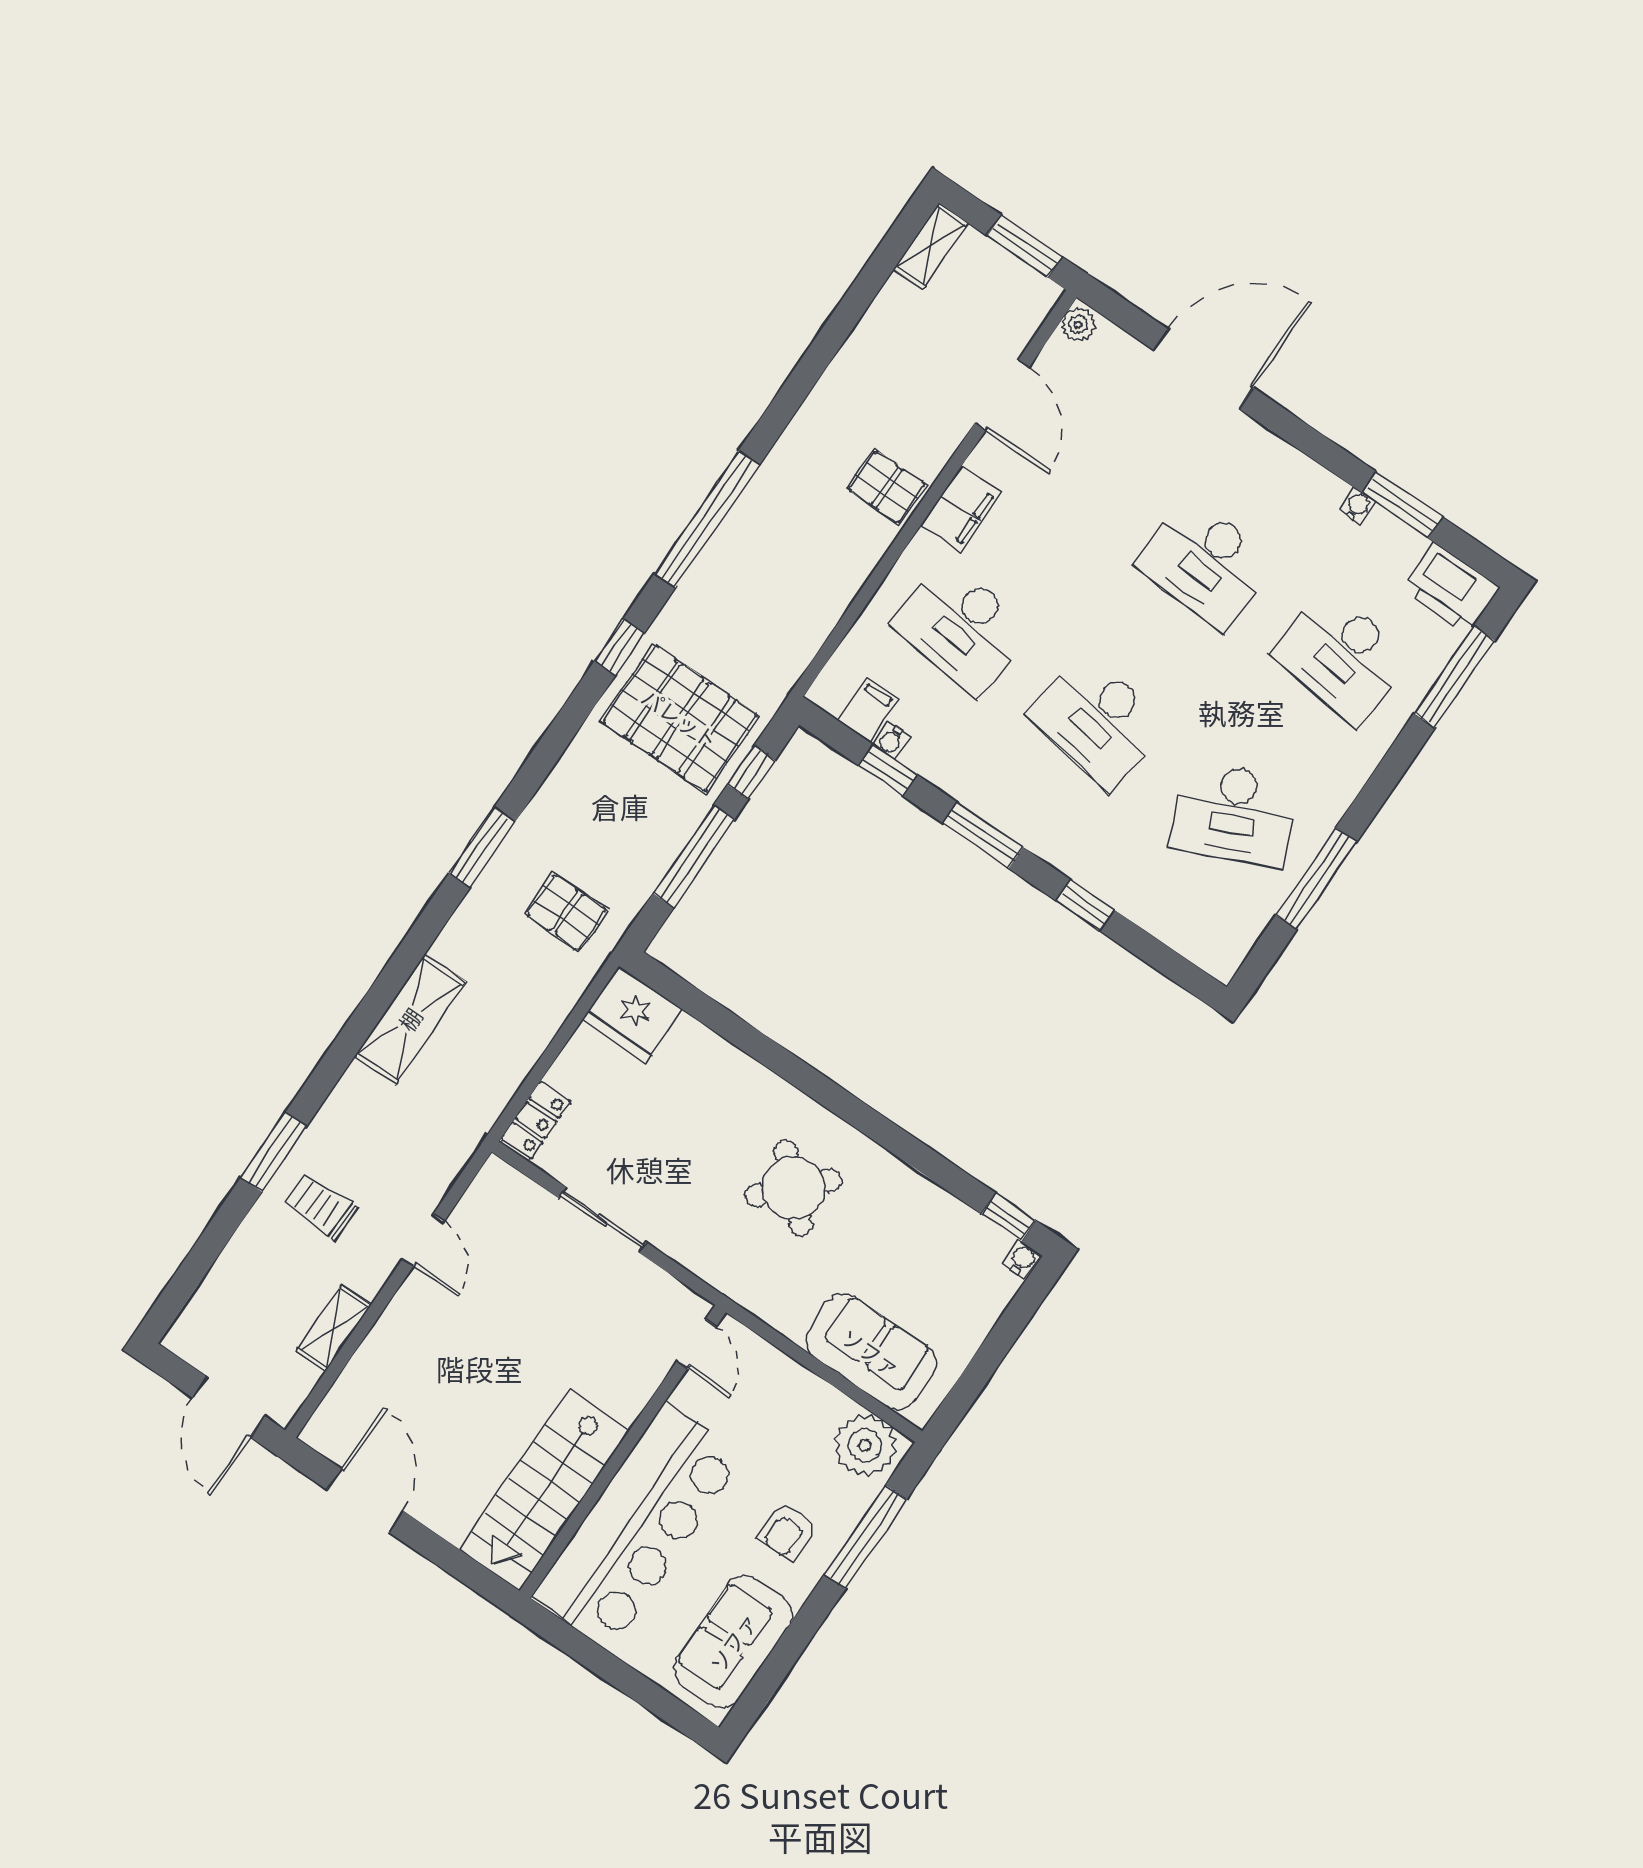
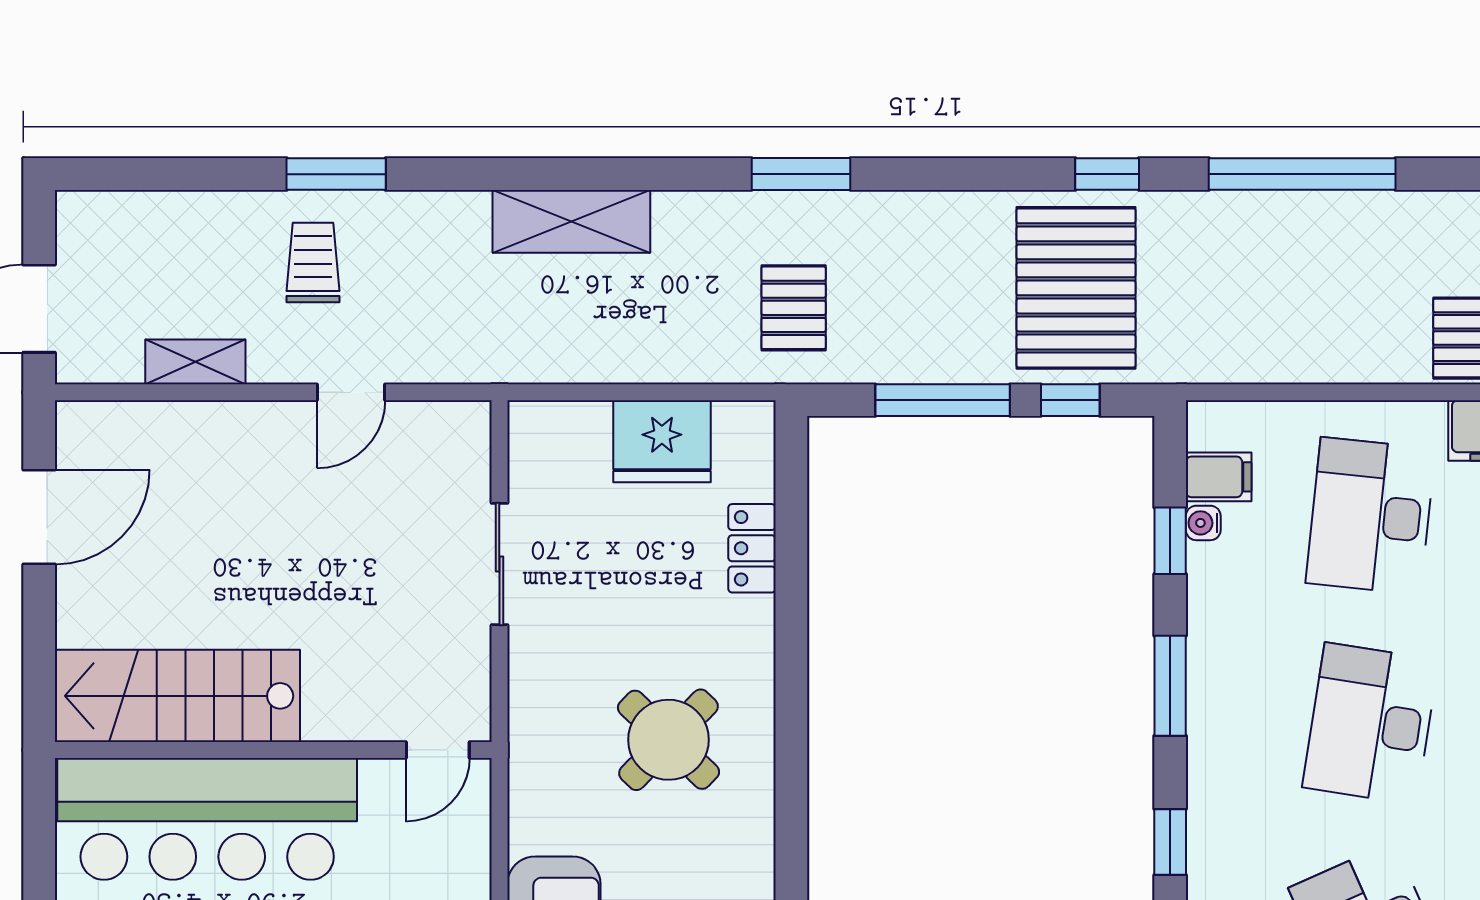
fridge: (632, 1014) -> (662, 441), moved, turned -90
locker: (536, 1120) -> (752, 548), moved, turned 90

